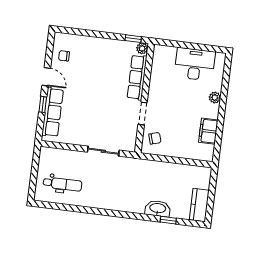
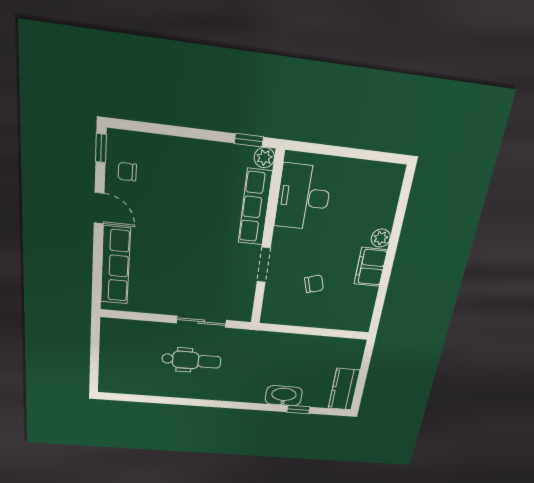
desk: (195, 64) -> (303, 197), moved, turned -90
window: (43, 104) -> (101, 148), moved
filing cabinet: (208, 131) -> (371, 267), moved
chair: (155, 138) -> (314, 284), moved
dental chair: (63, 184) -> (191, 360), moved

